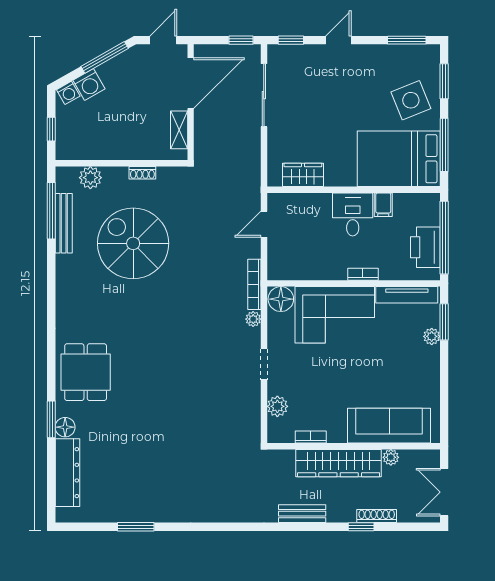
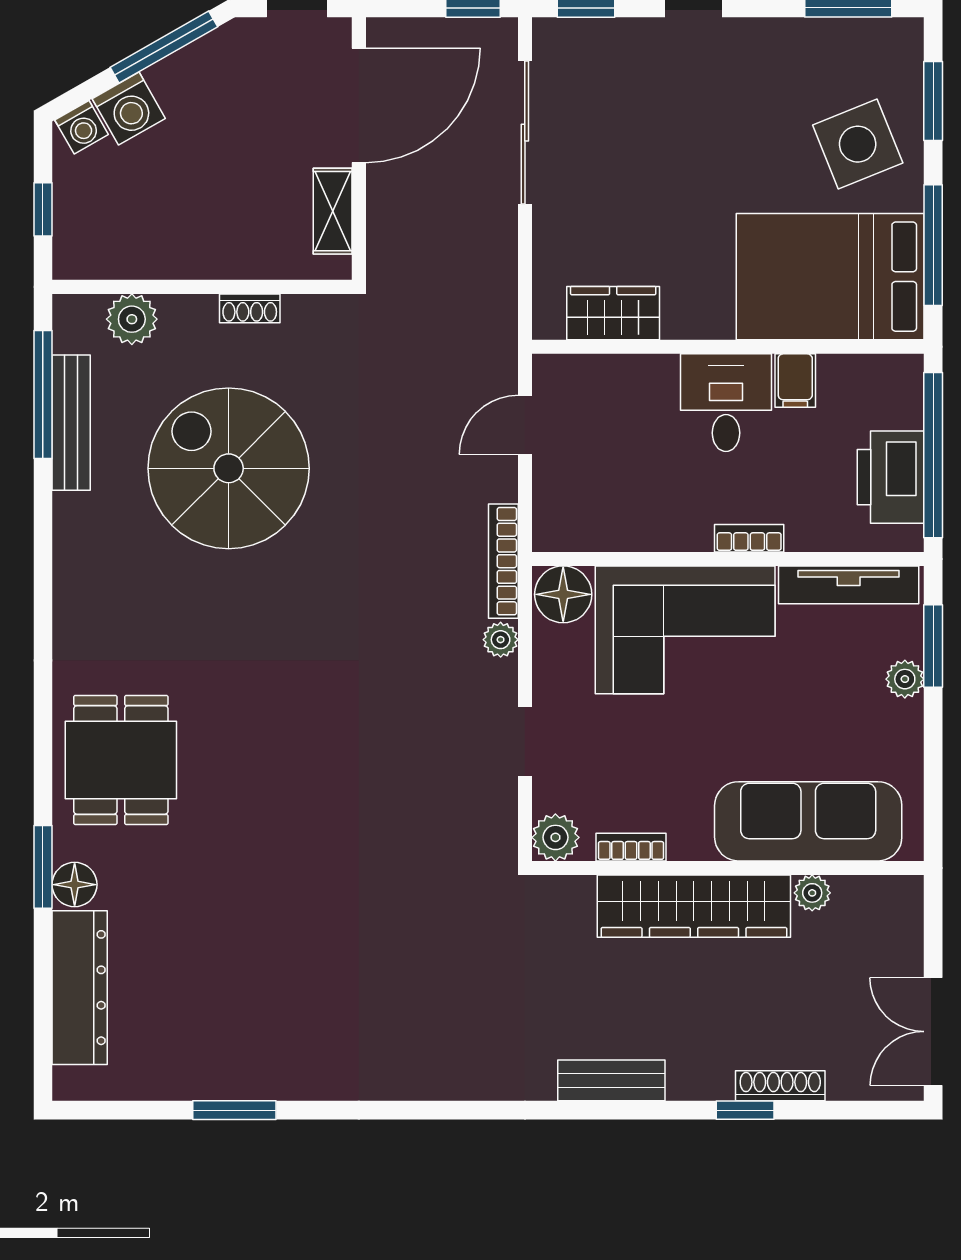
sofa: (389, 426) -> (808, 821), moved
bookcase: (311, 437) -> (631, 847), moved
wall: (354, 446) -> (728, 868), moved
plant: (391, 457) -> (812, 893), moved
wardrobe: (339, 463) -> (694, 906), moved

